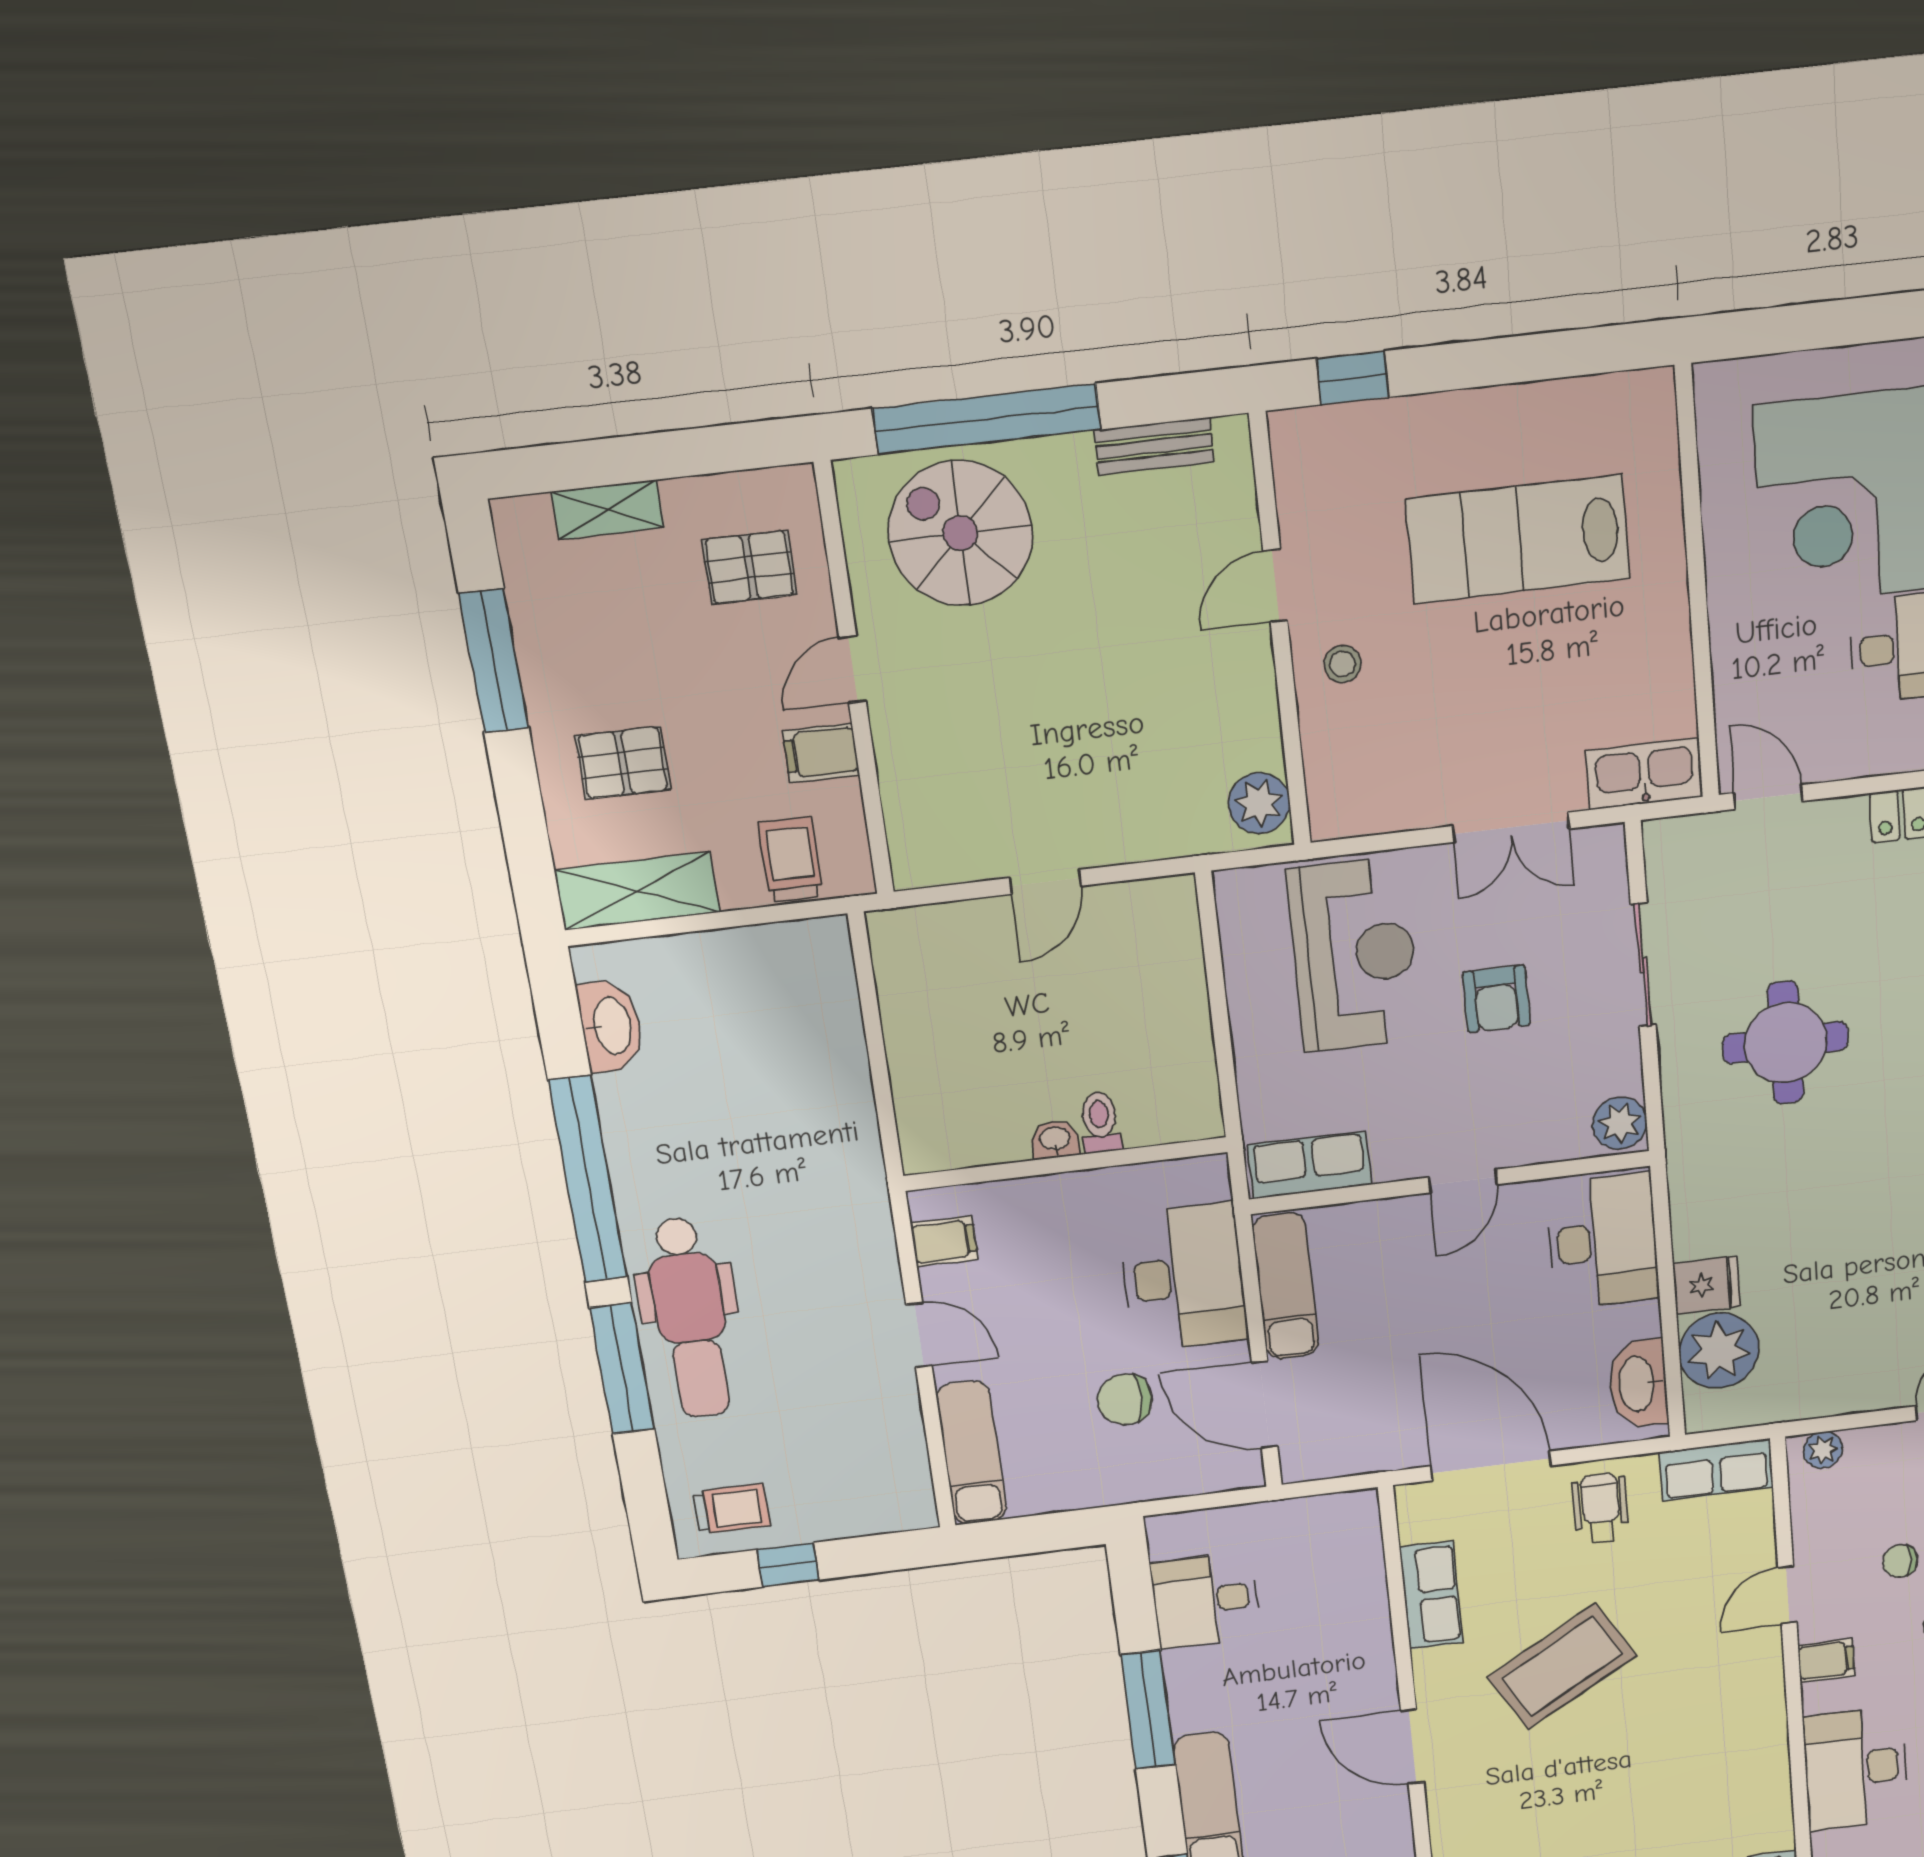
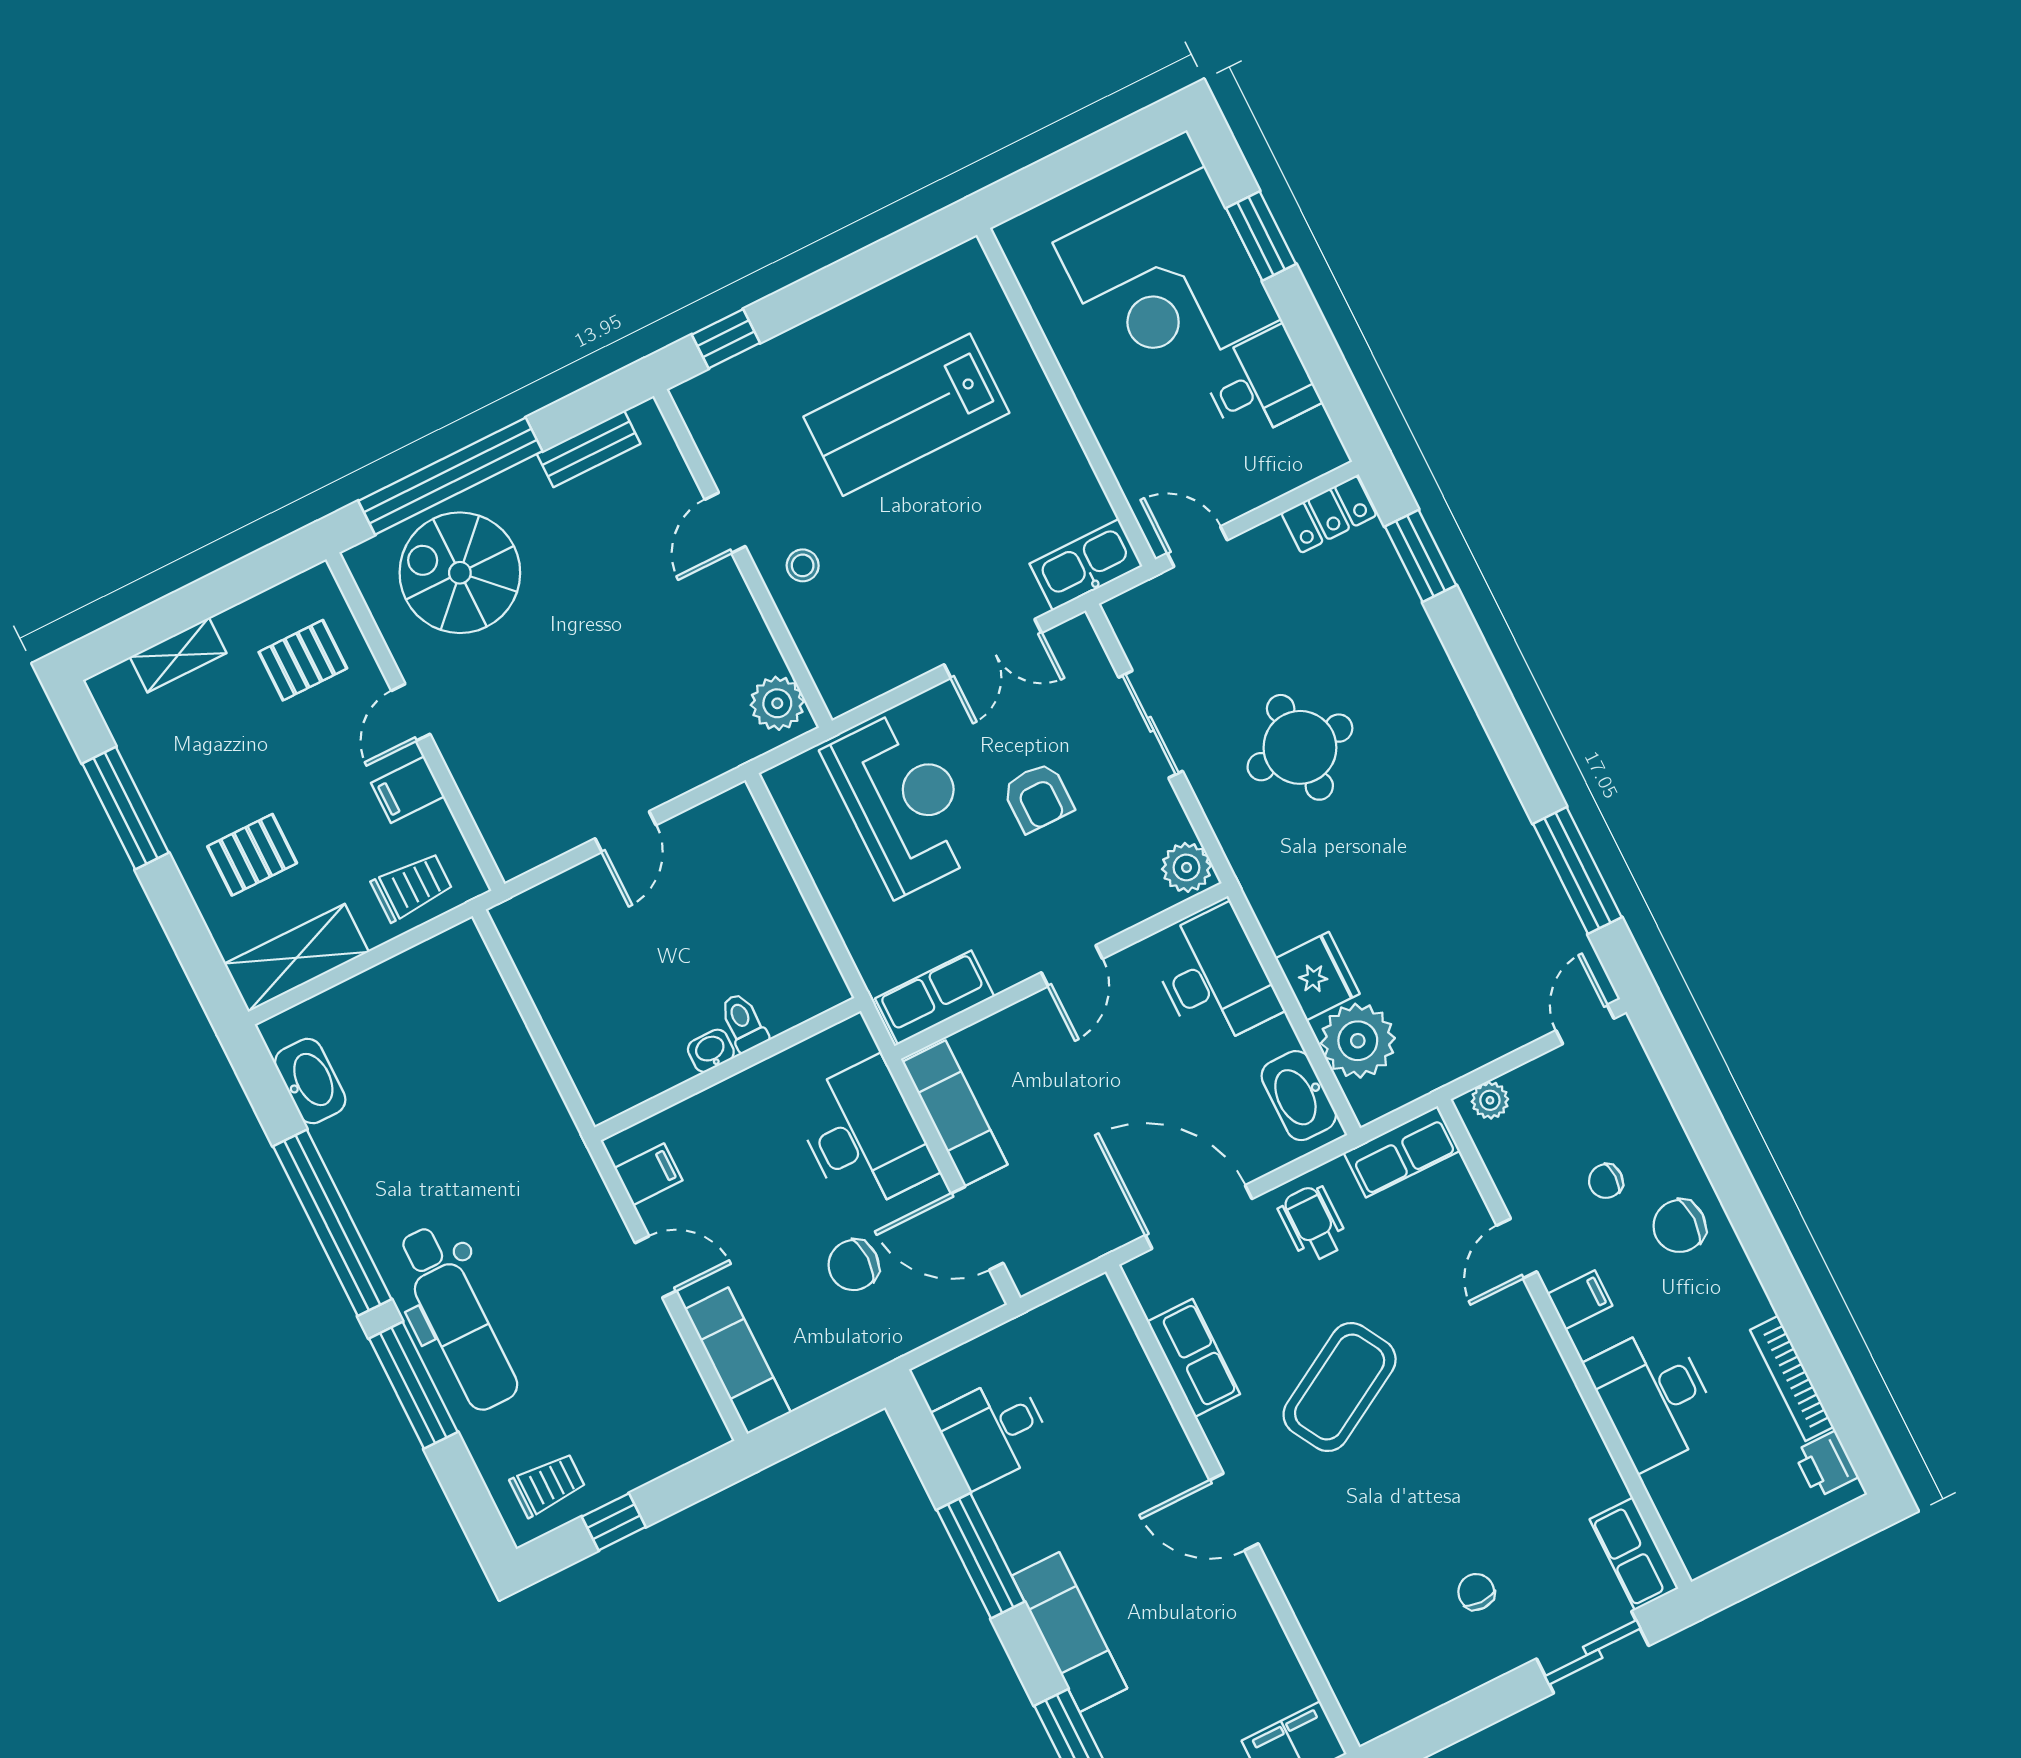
trolley: (791, 859) -> (412, 887), turned 90
fridge: (1707, 1285) -> (1317, 976), width x1.38

